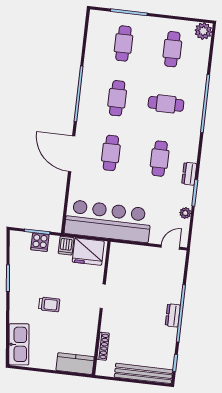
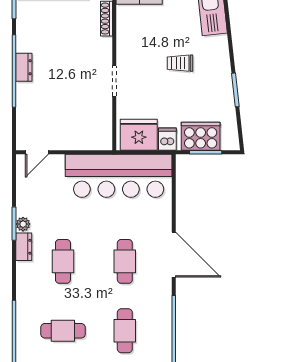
plant: (185, 213) -> (23, 224), moved
cooker: (40, 242) -> (201, 136), width x1.87, depth x1.31

